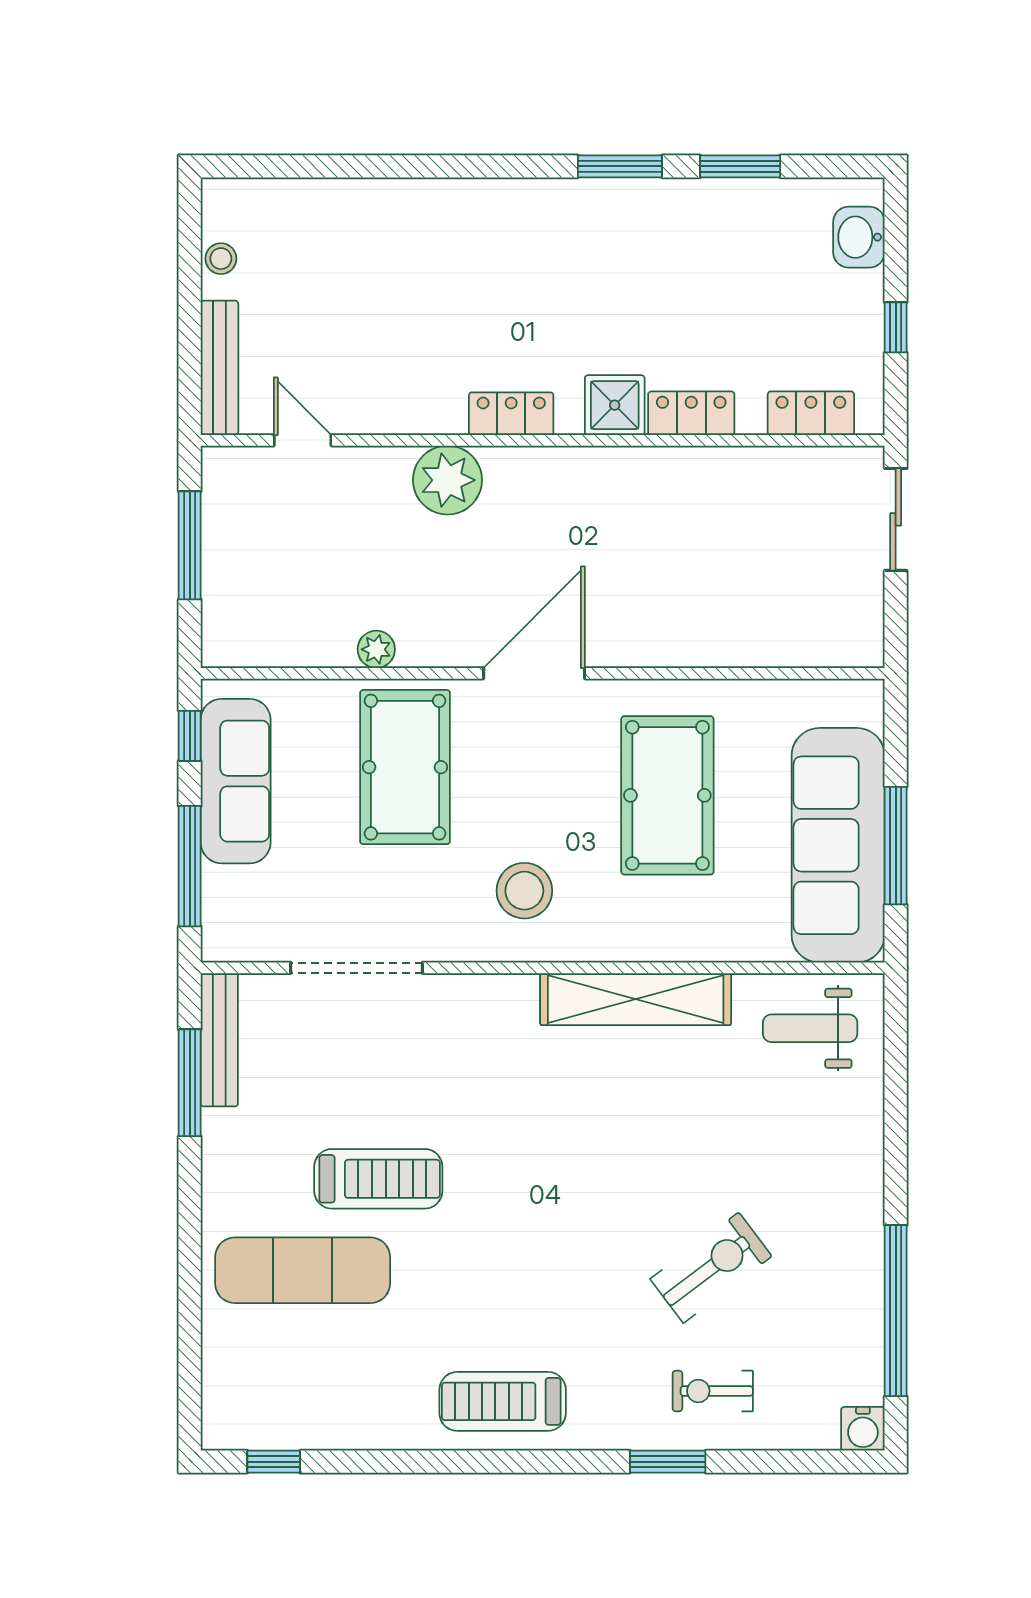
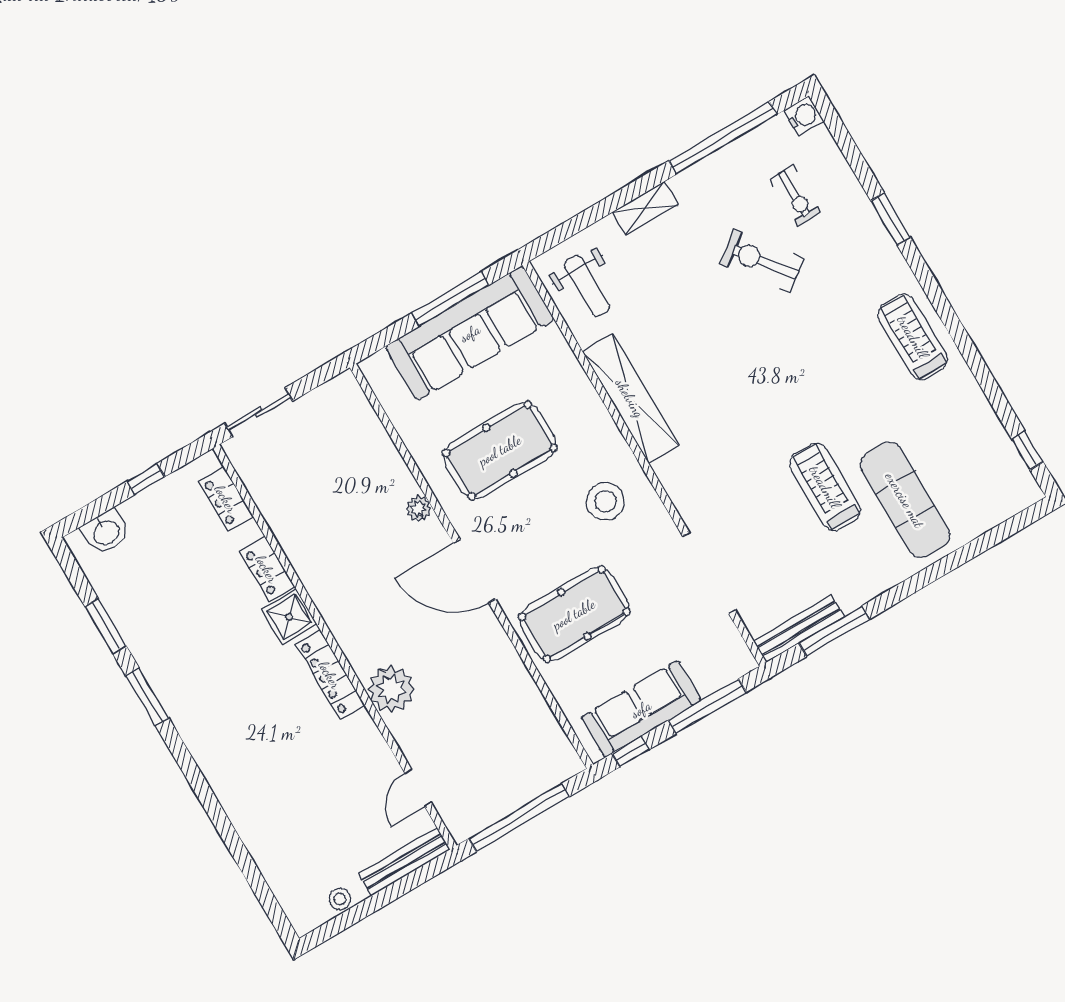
locker: (511, 414) -> (330, 675), width x1.53
window: (190, 545) -> (519, 818), width x1.46
plant: (376, 649) -> (419, 509), moved
shelving: (865, 1160) -> (645, 208), added
exercise bike: (713, 1391) -> (795, 196), moved
treadmill: (503, 1401) -> (913, 337), turned 180

